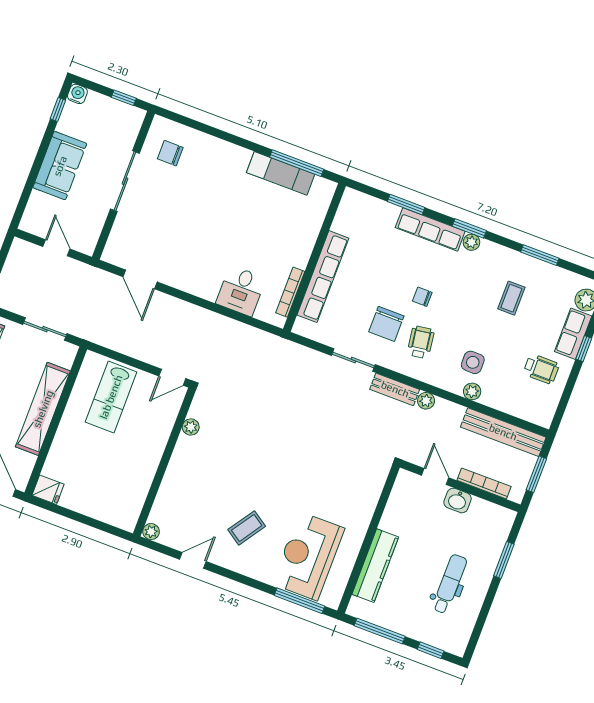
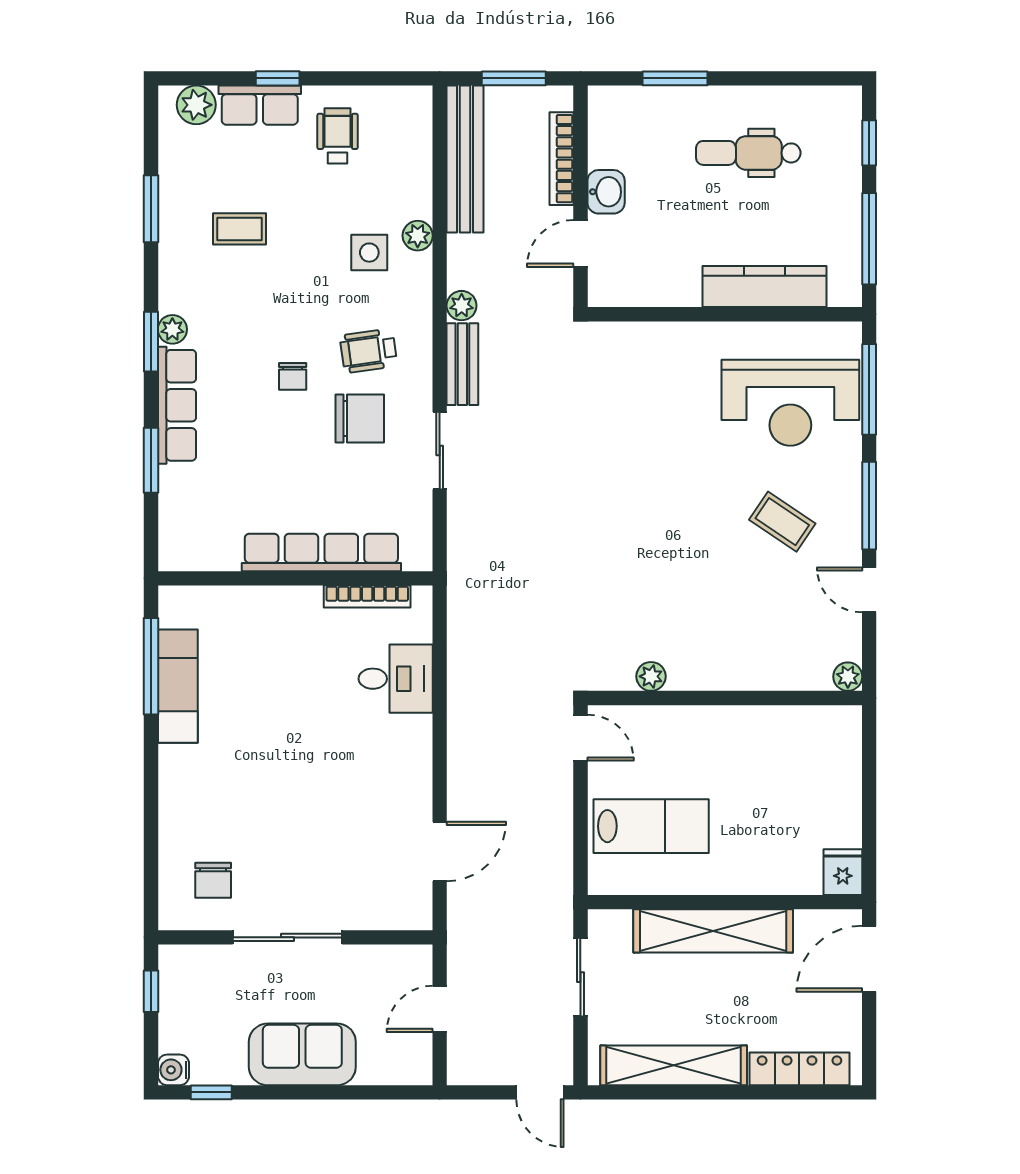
window: (238, 577) -> (869, 506), added

